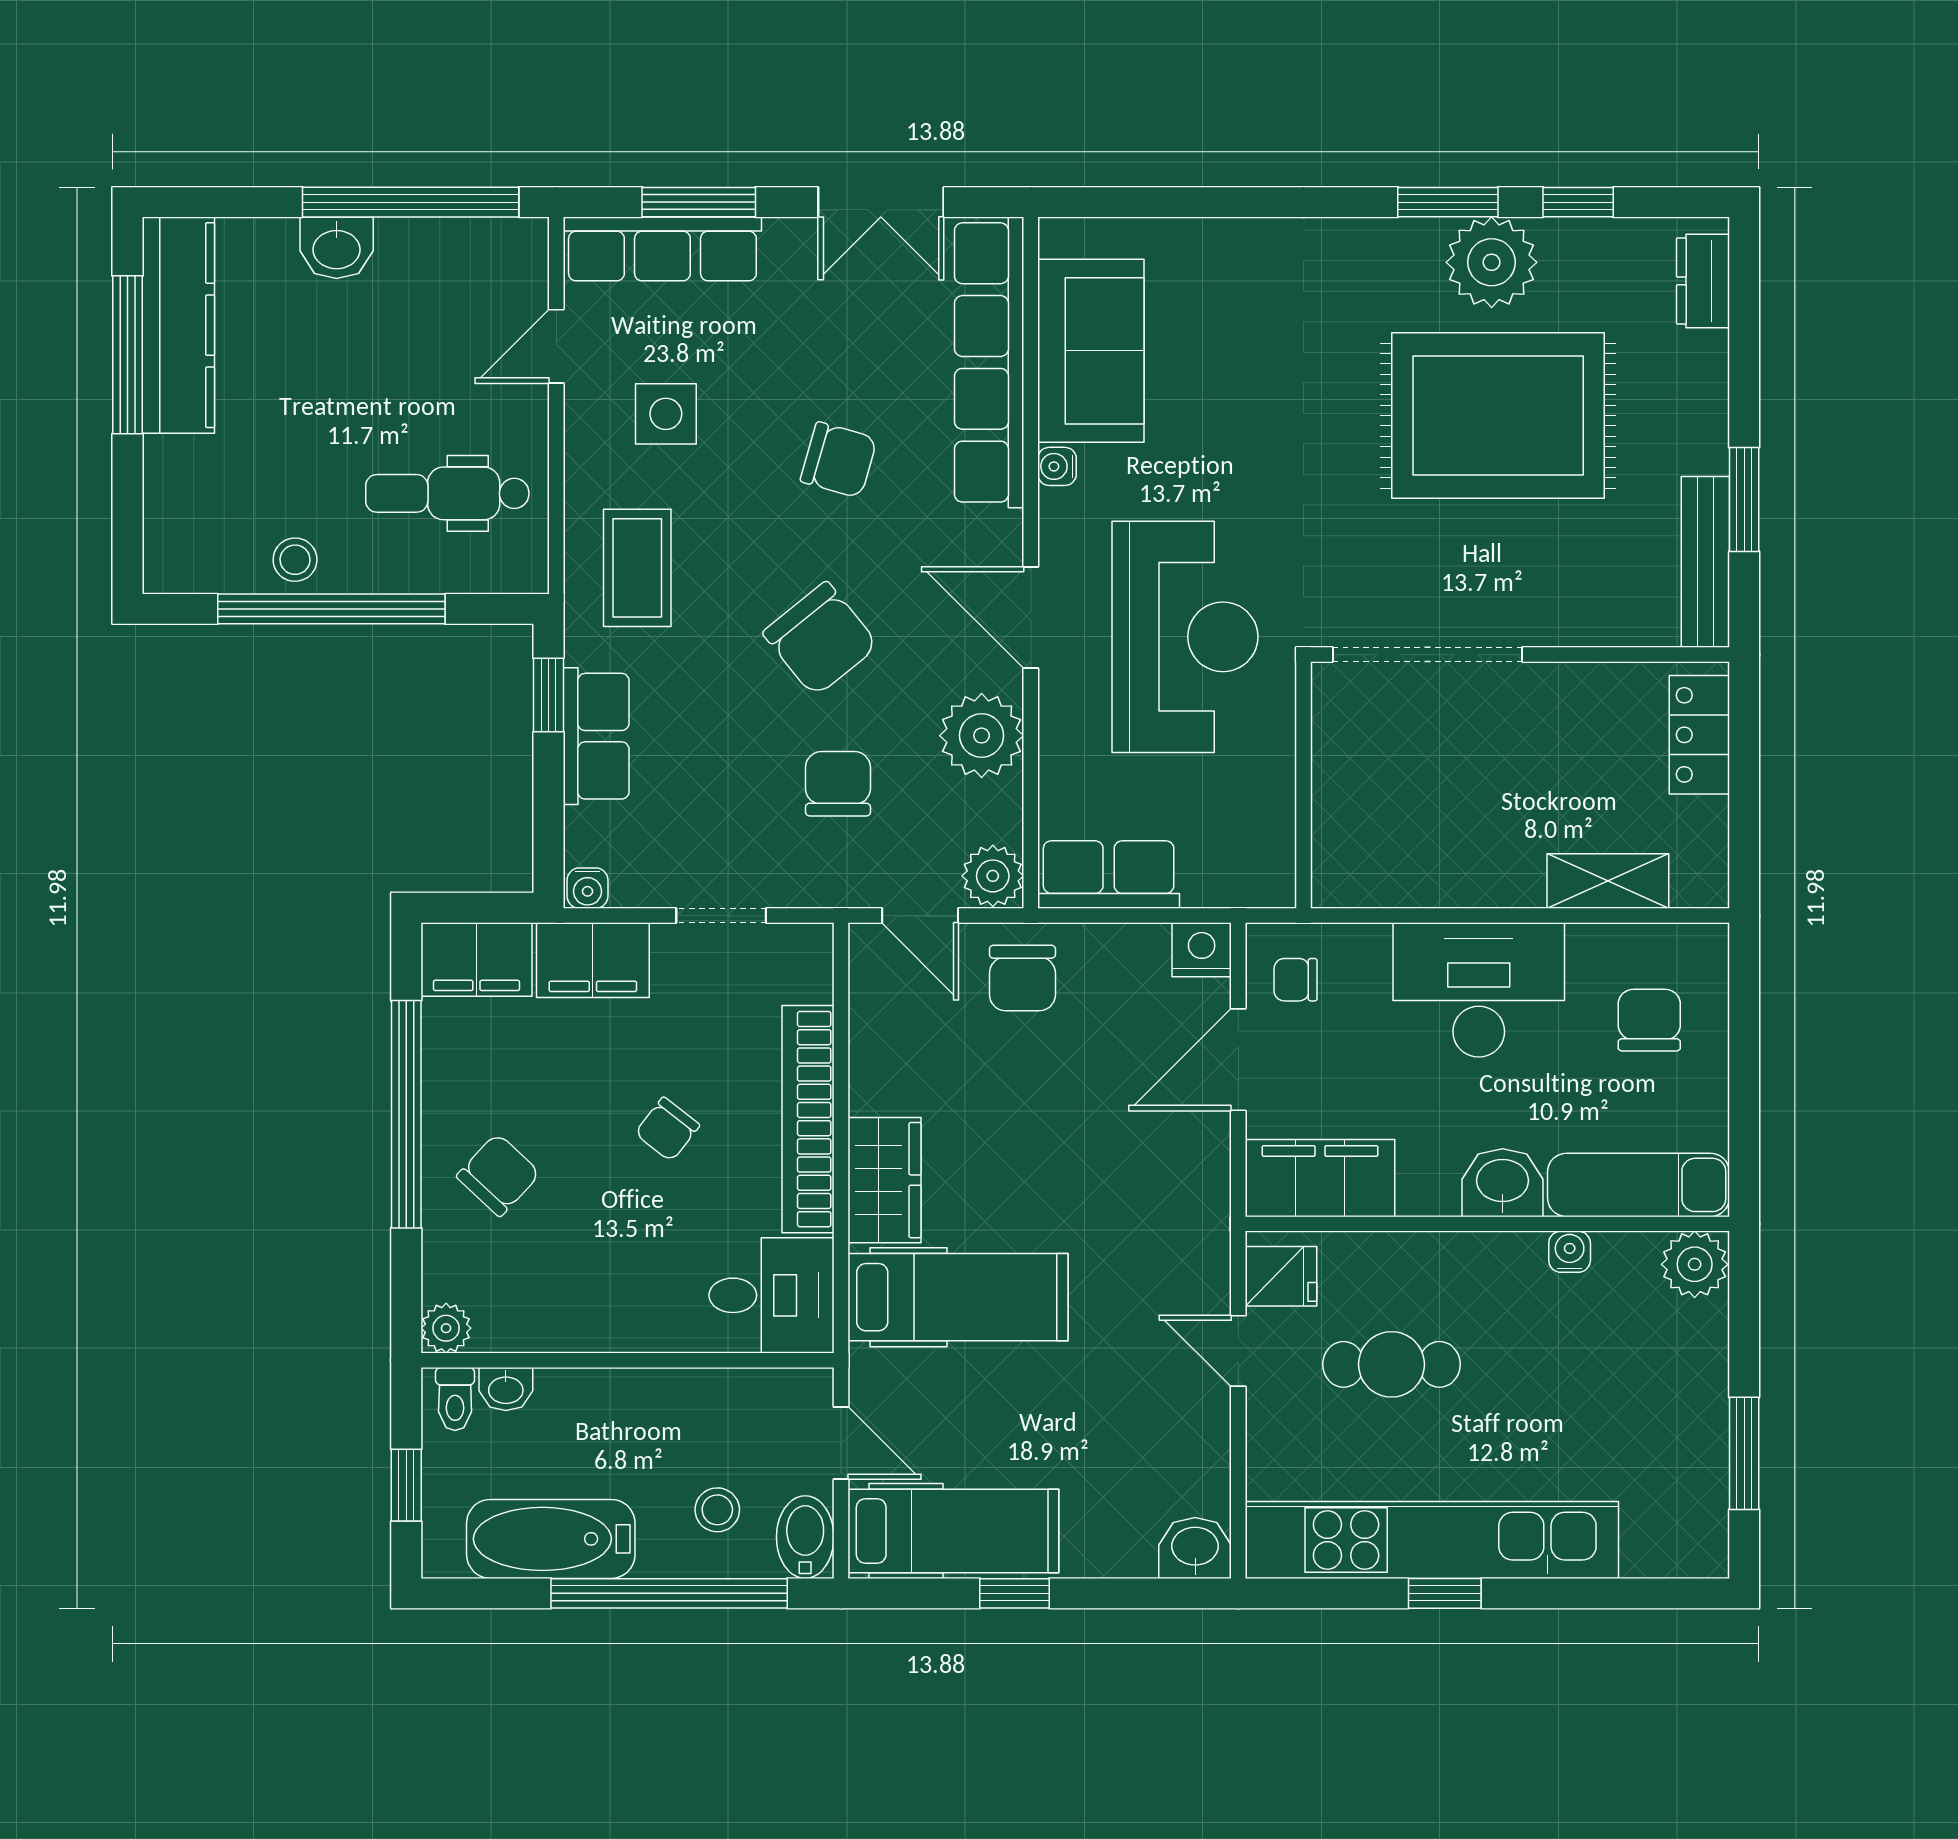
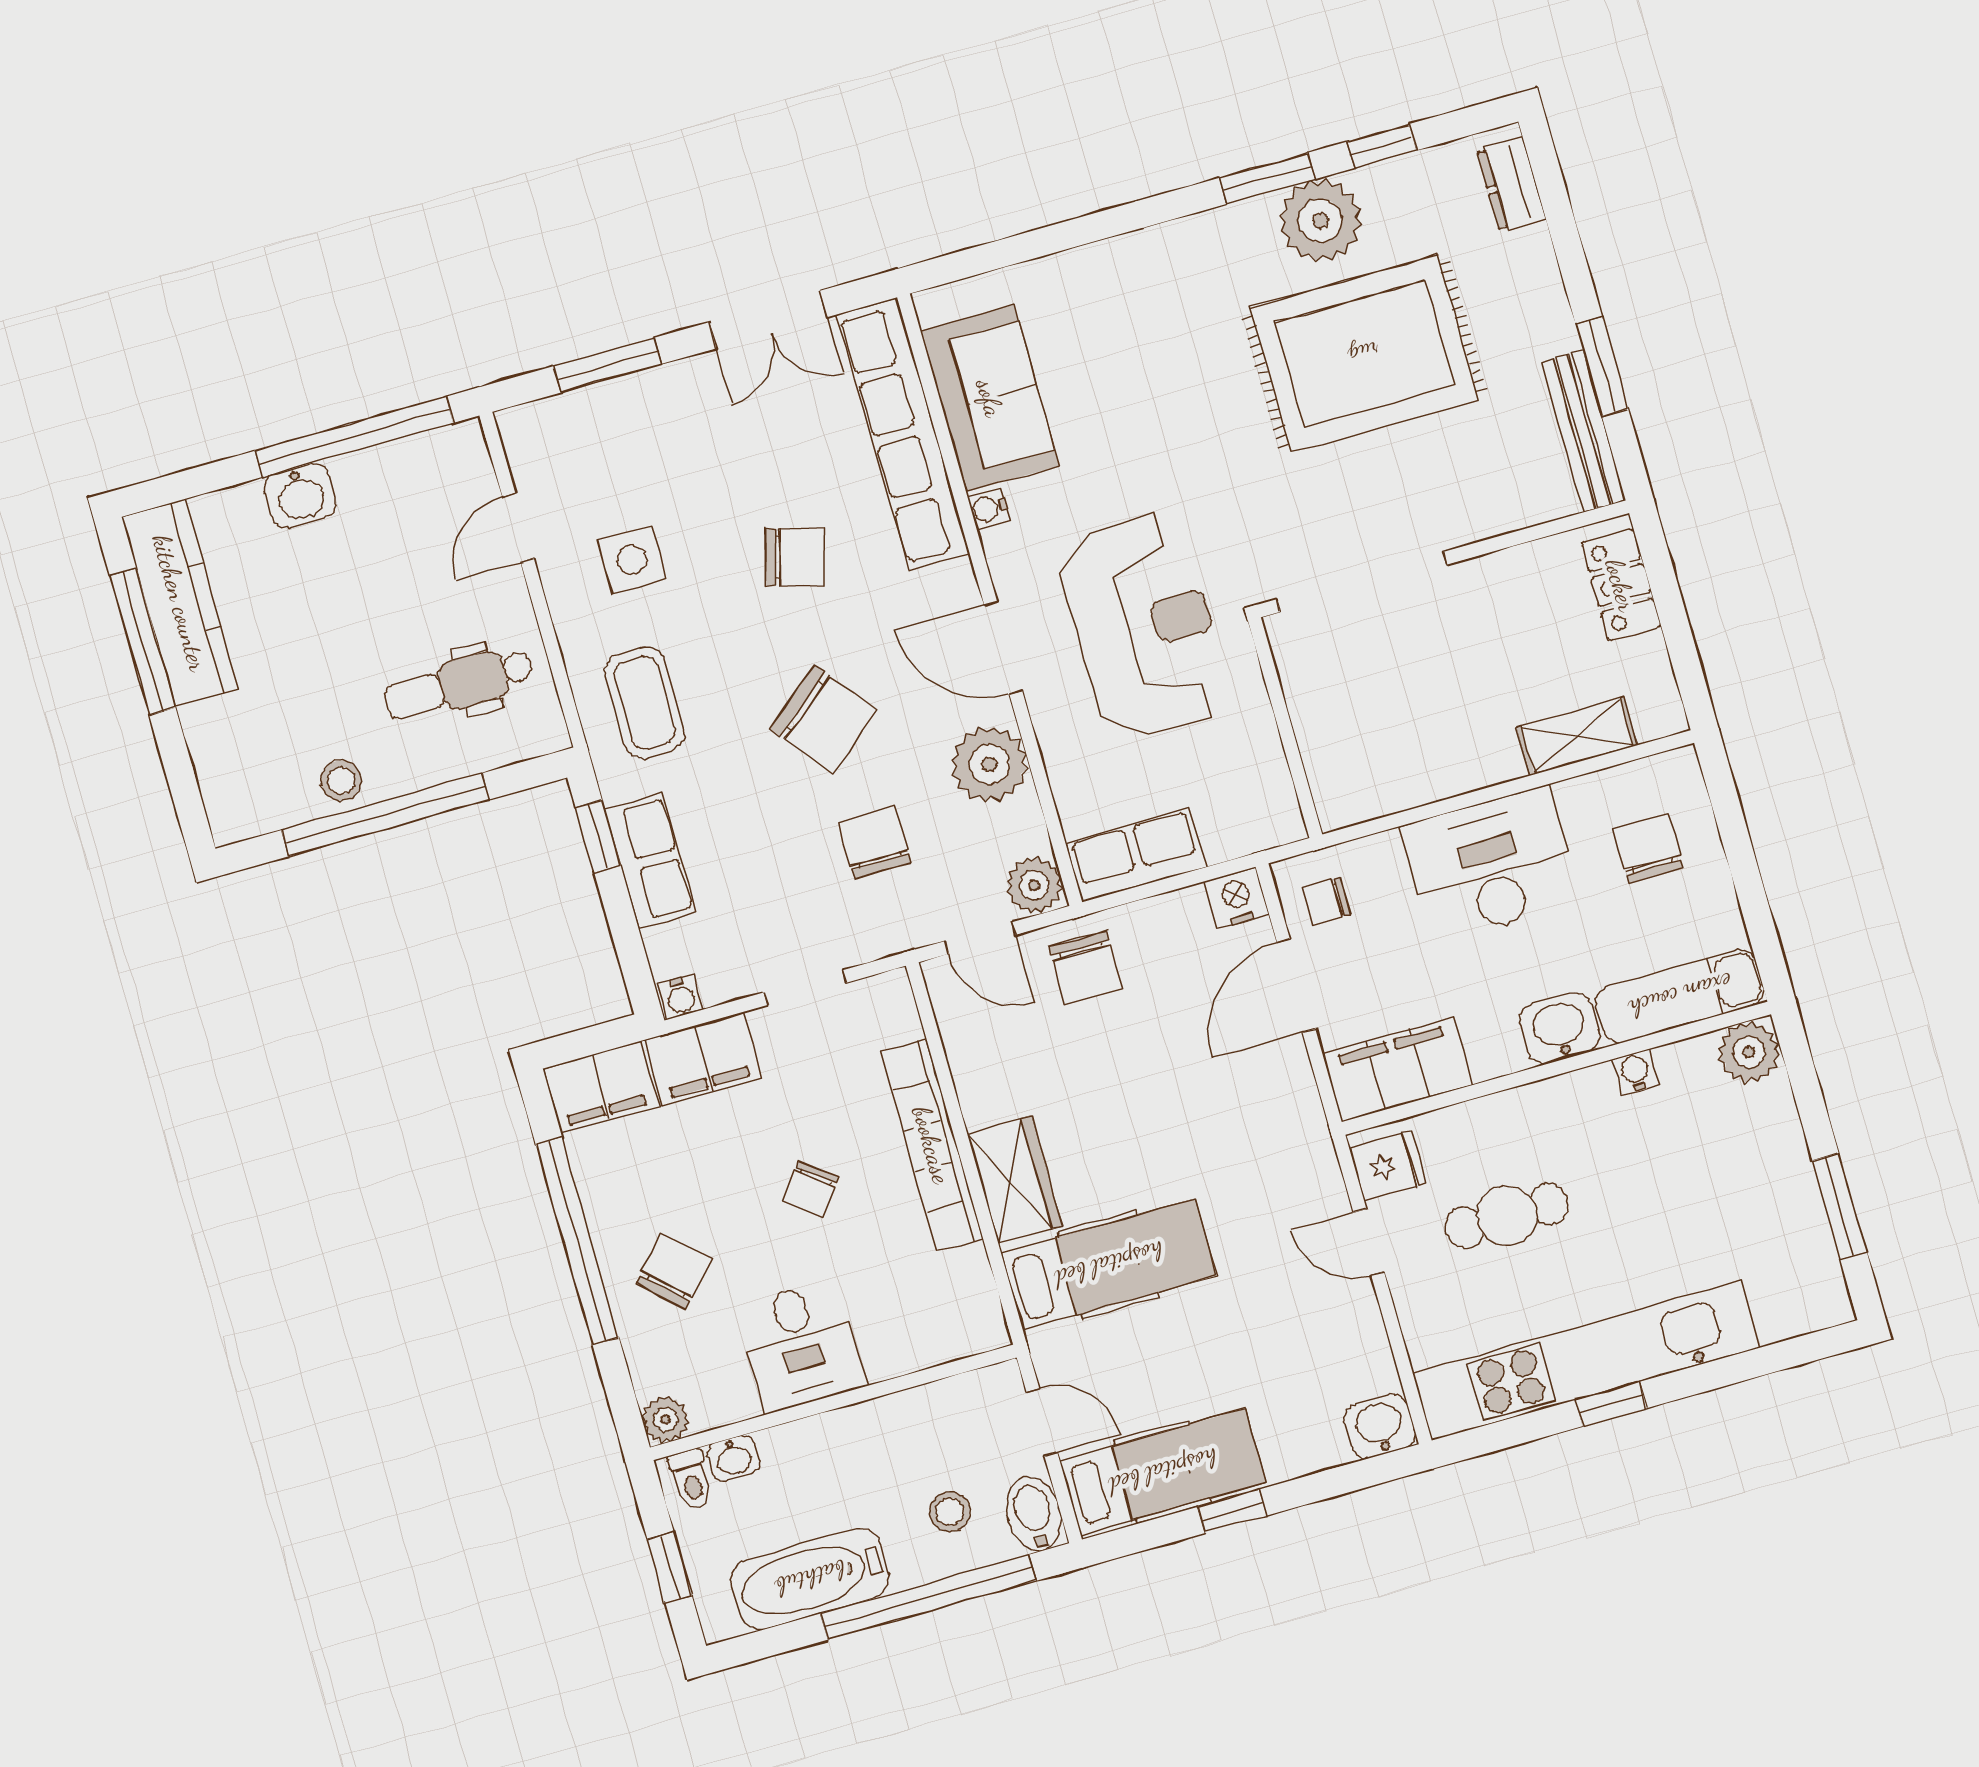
row of seats: (662, 249) -> (587, 415), removed
desk: (771, 1295) -> (801, 1346), moved, turned 90

